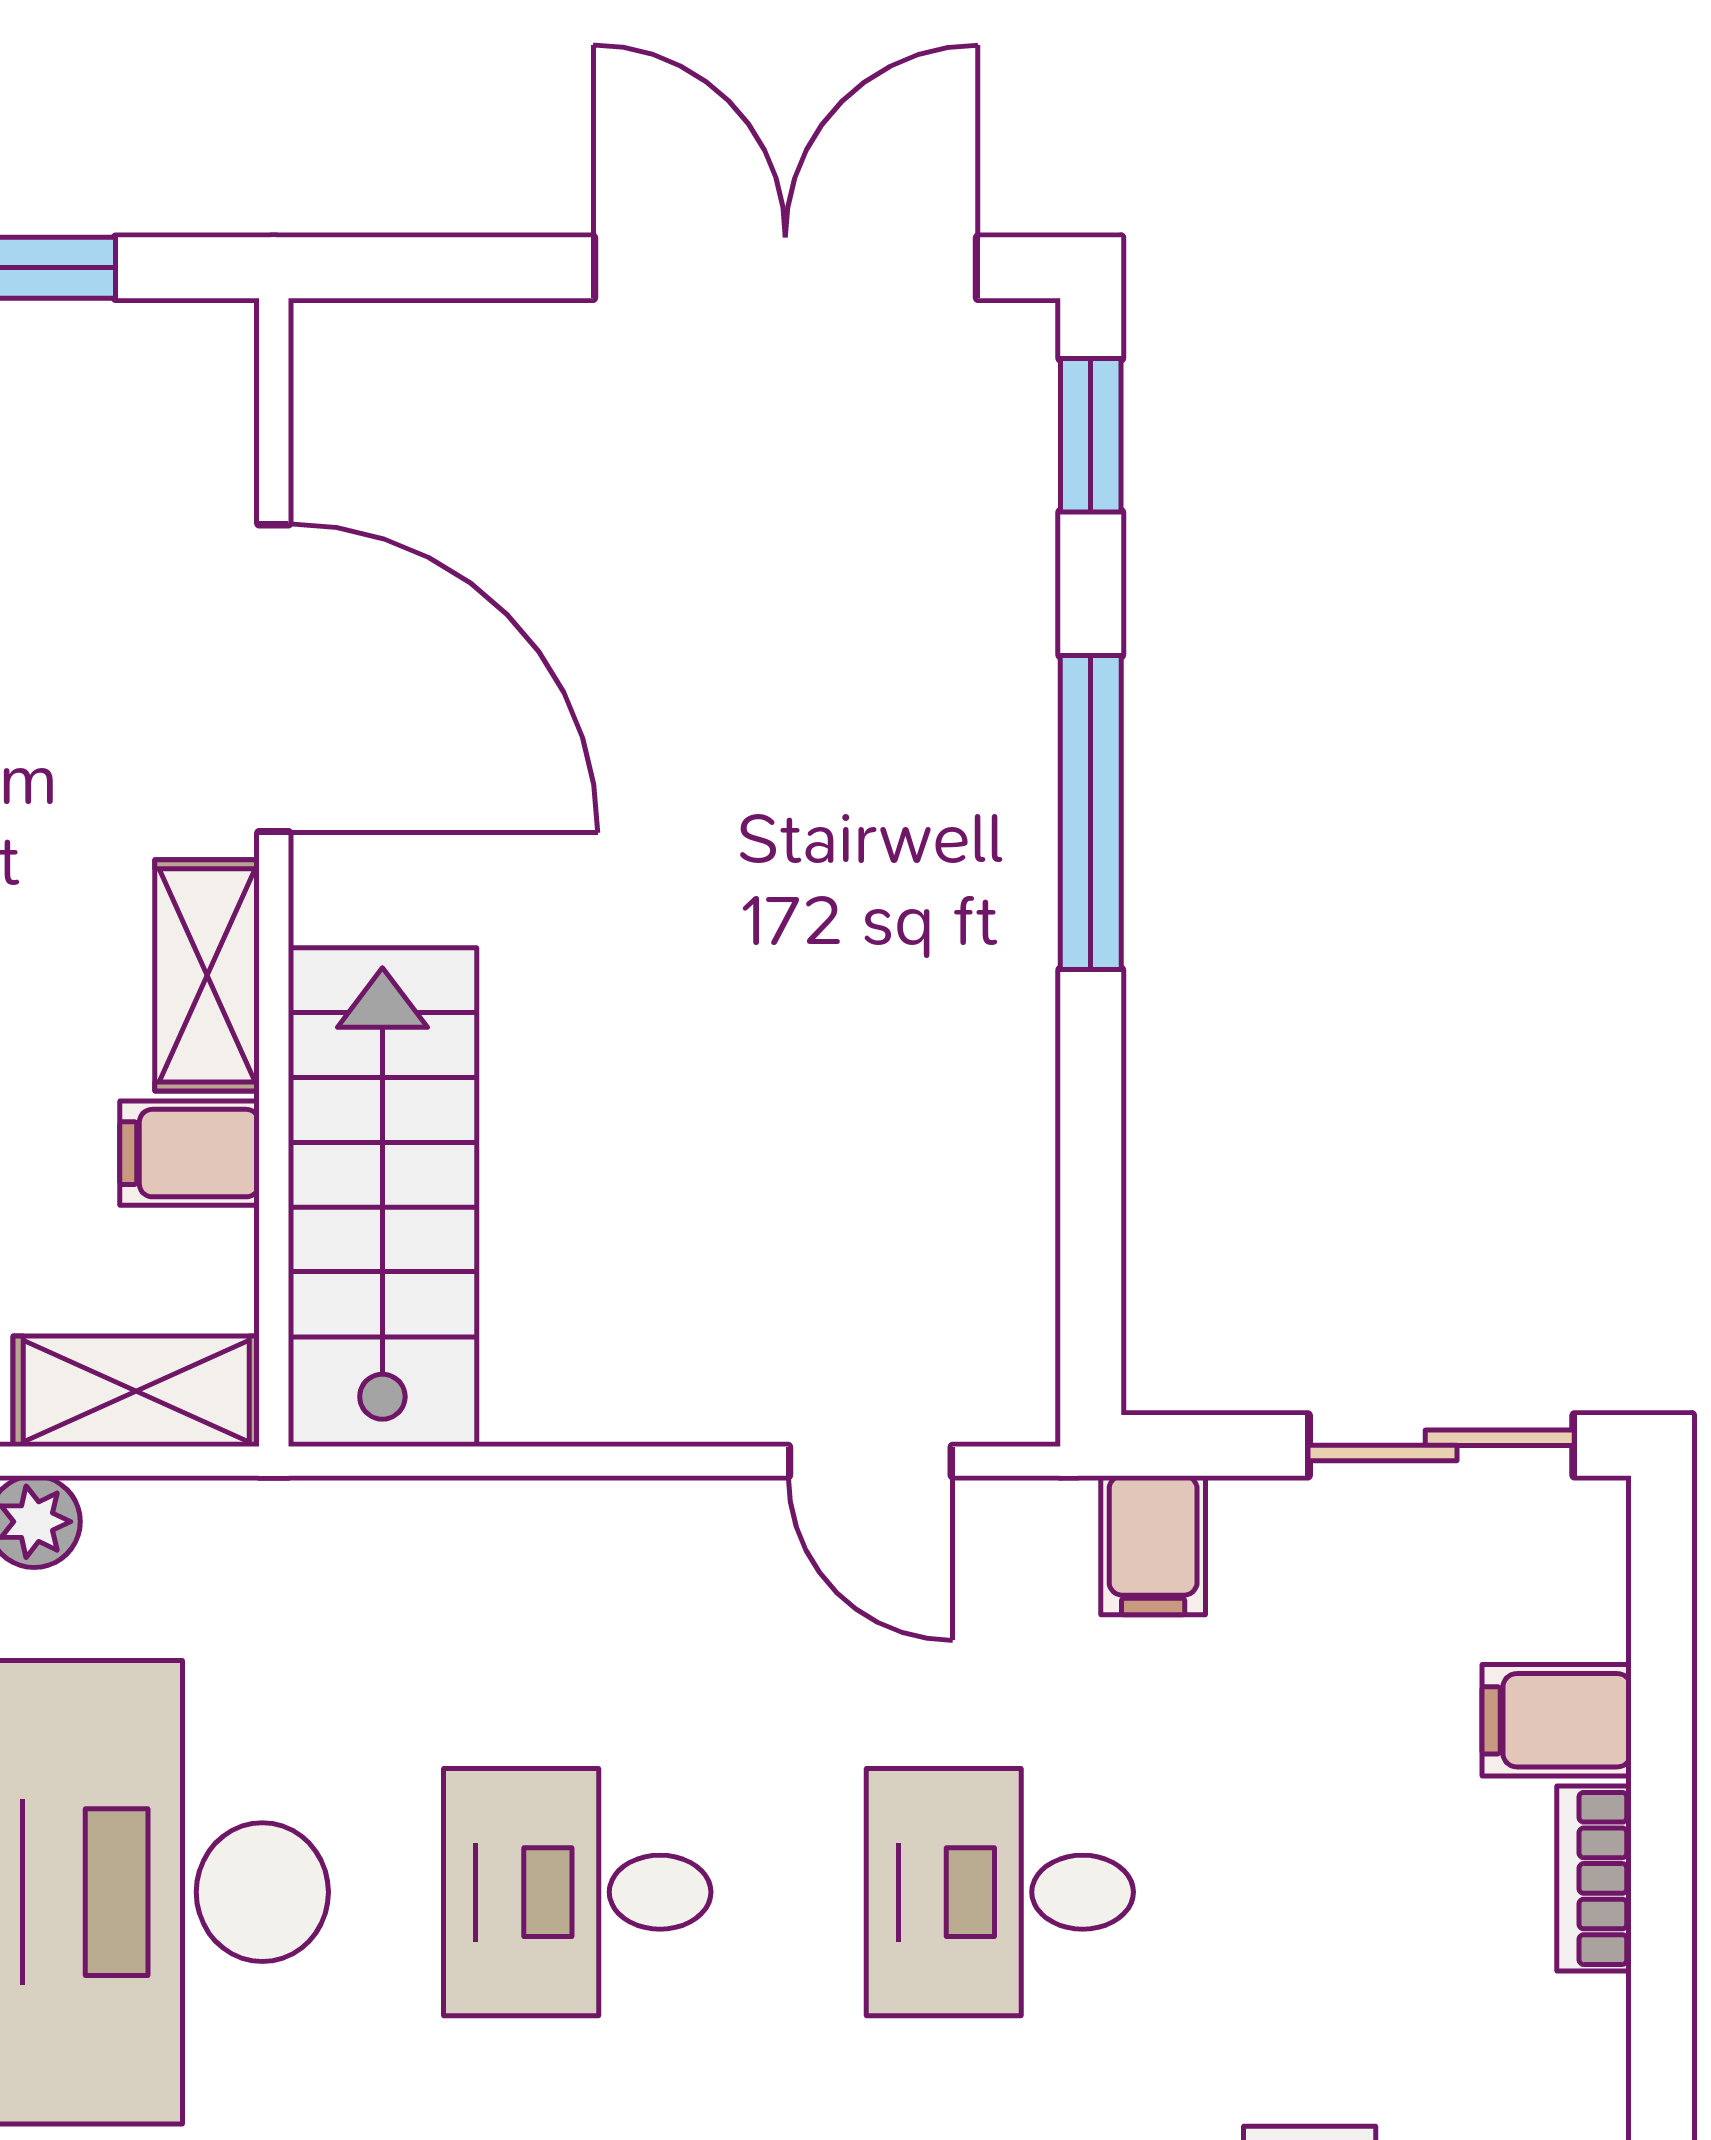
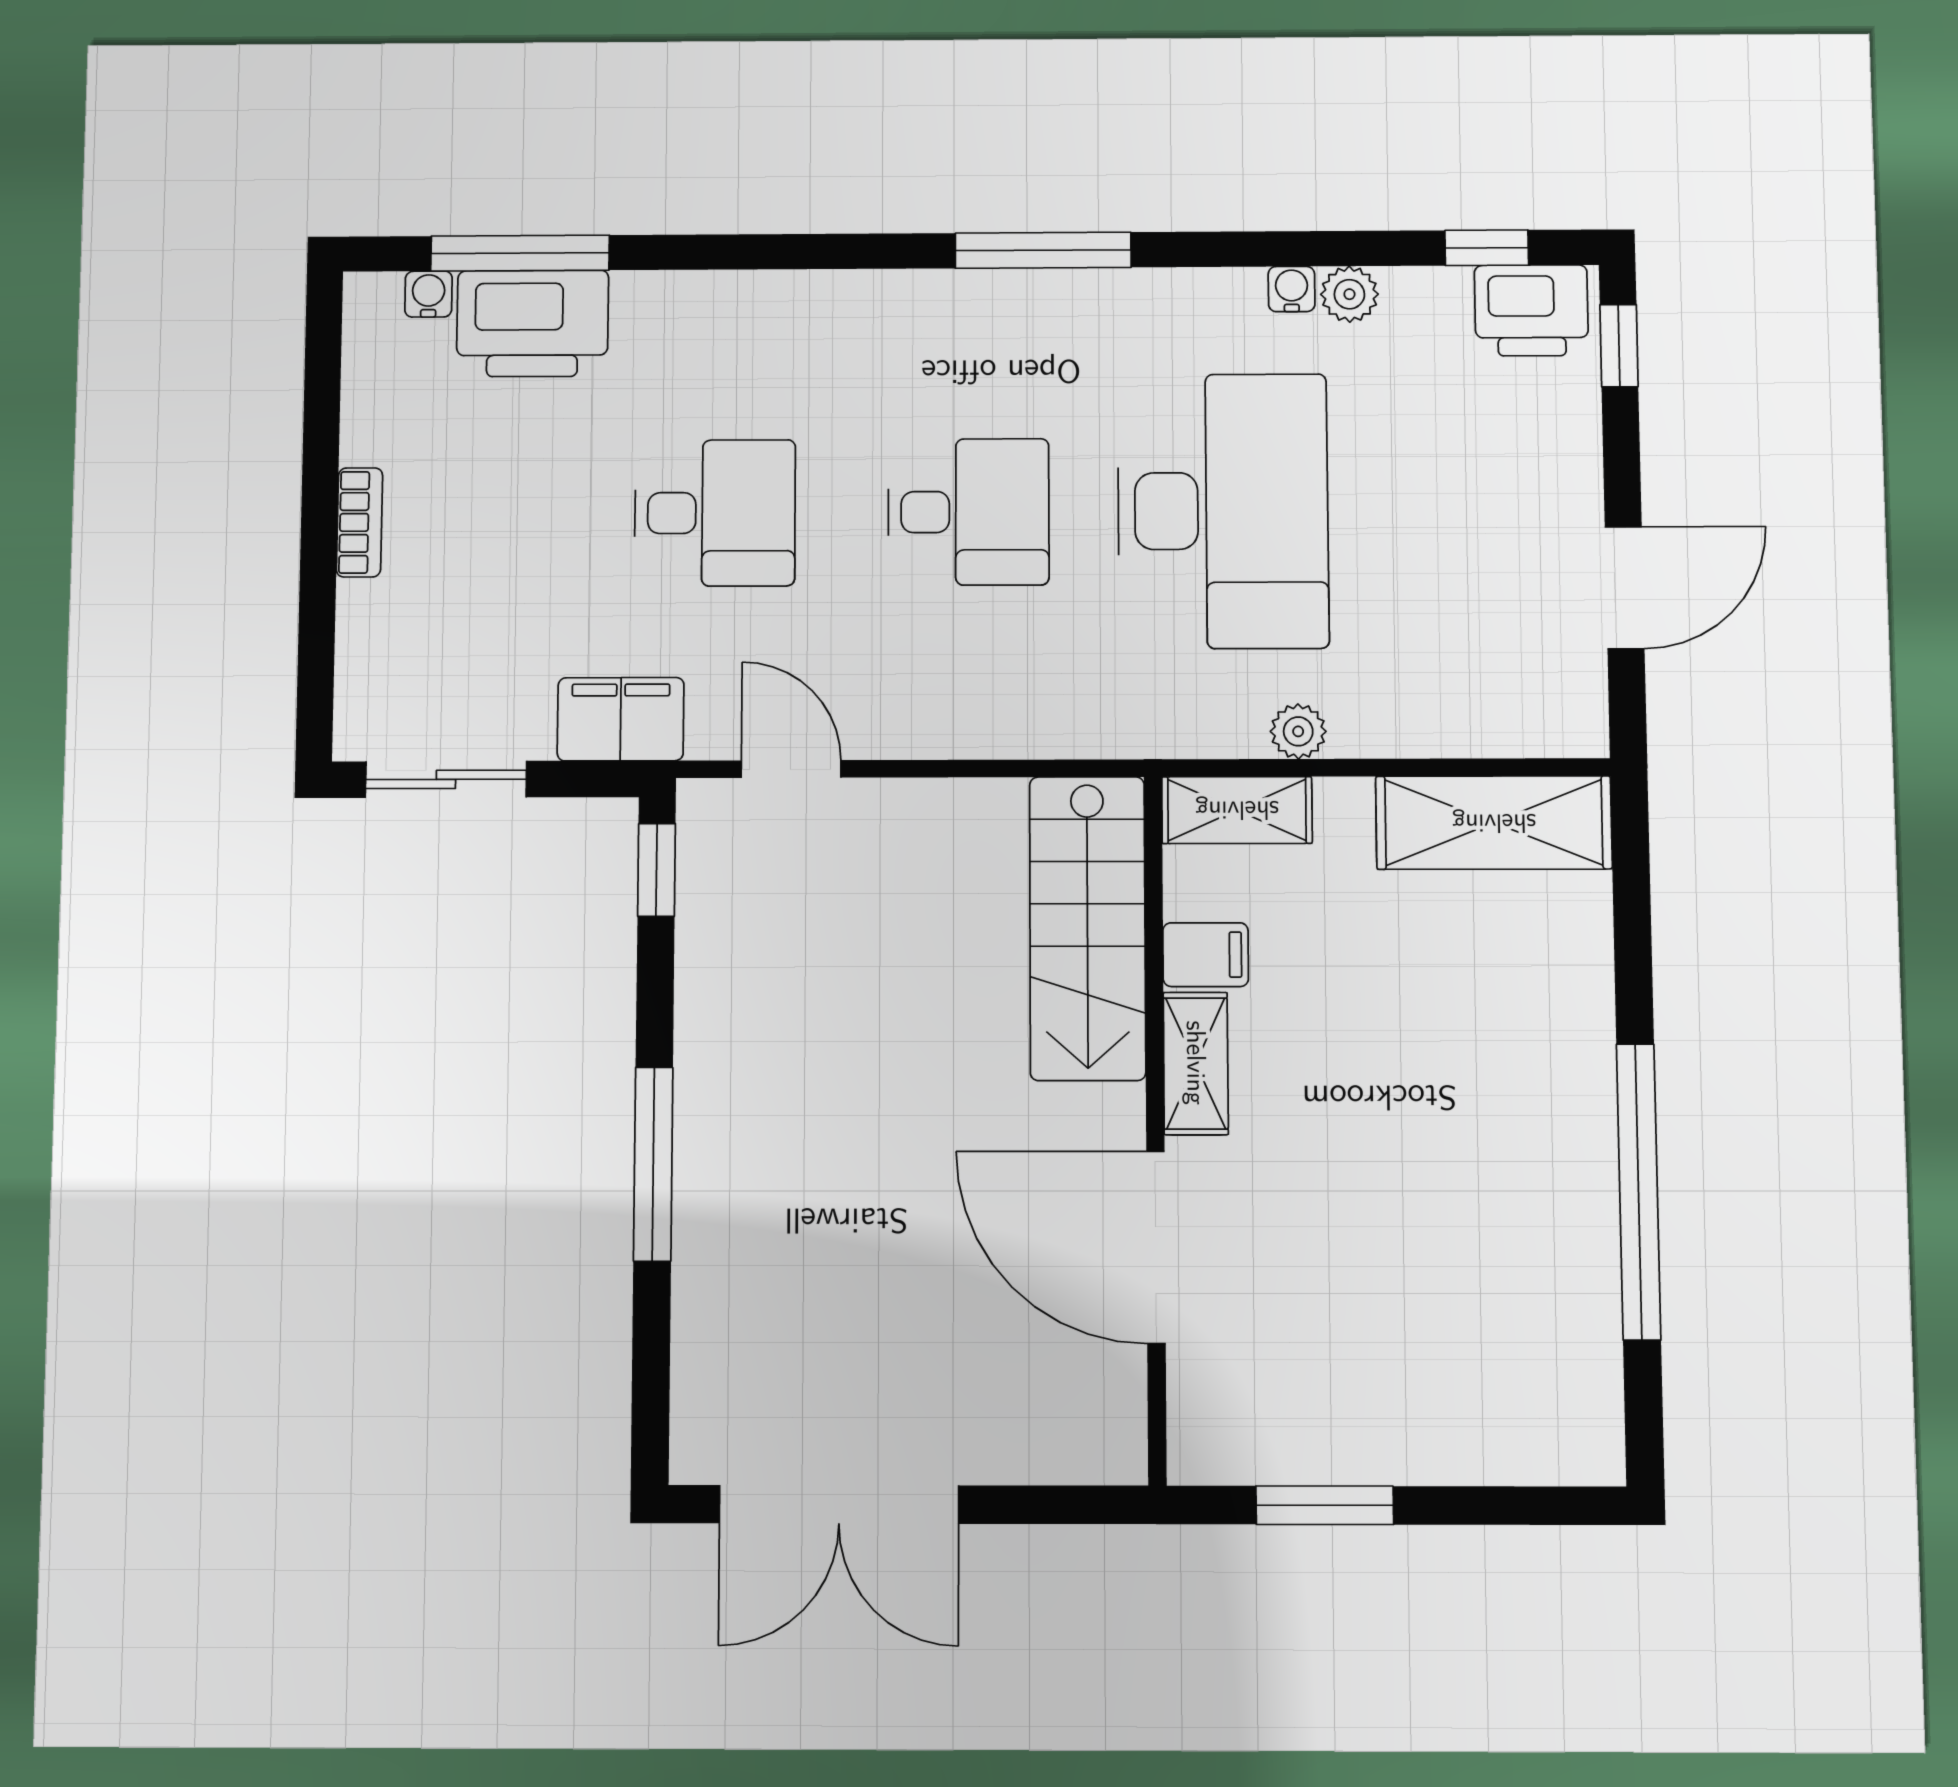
window: (1091, 435) -> (656, 870), moved
filing cabinet: (1153, 1545) -> (621, 719), width x2.00
filing cabinet: (1557, 1720) -> (380, 616), removed

